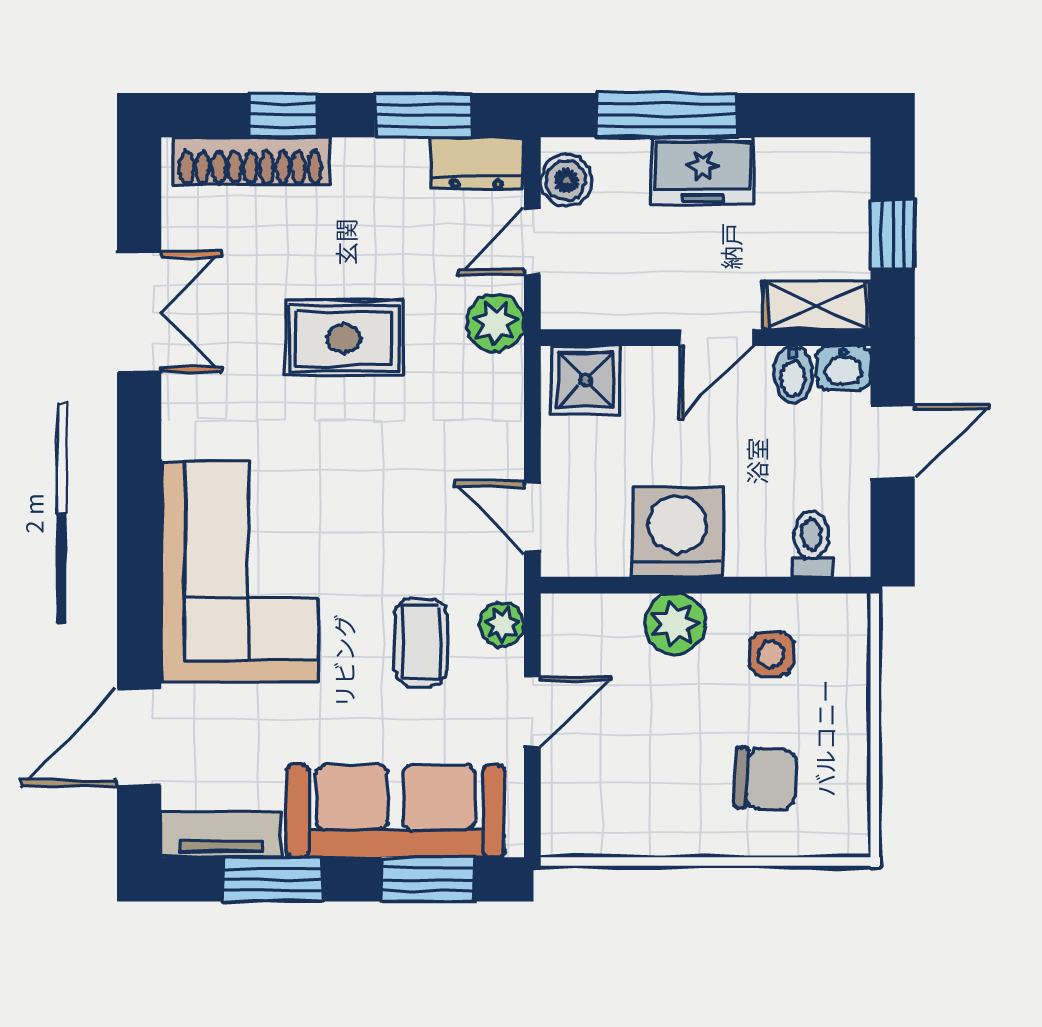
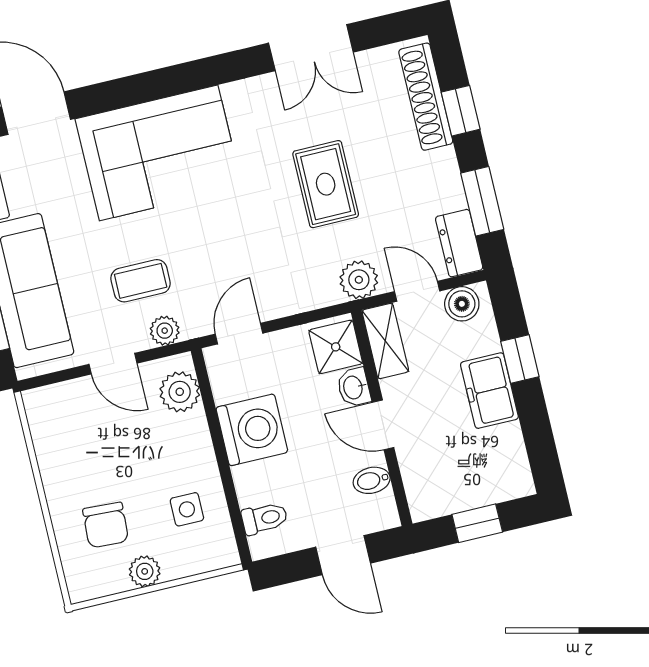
window: (667, 115) -> (520, 359), width x0.46
shelving: (817, 305) -> (385, 341), moved
washbasin: (844, 368) -> (354, 387), moved
plant: (675, 624) -> (180, 392), moved
plant: (847, 738) -> (145, 571), added

